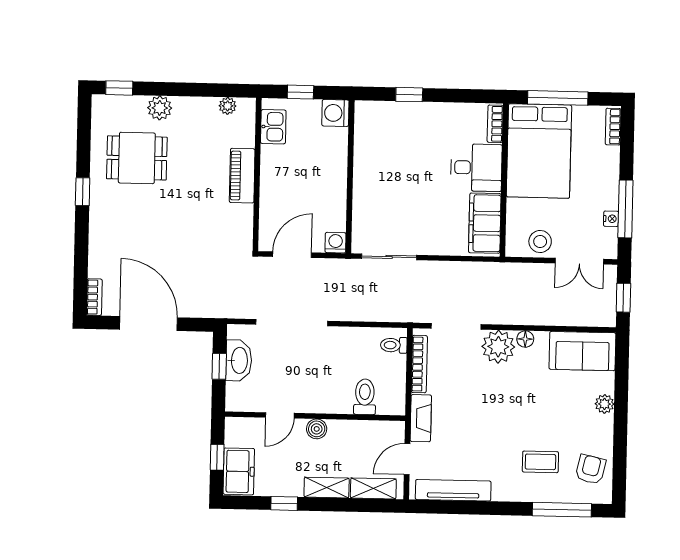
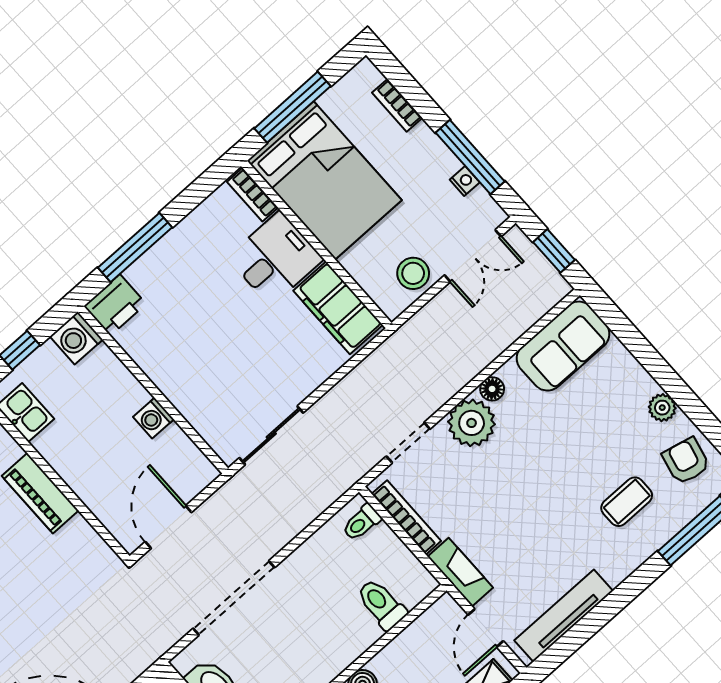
window: (409, 95) -> (135, 247), width x2.17
printer: (371, 115) -> (115, 305), added
bookcase: (613, 127) -> (397, 105), moved
washing machine: (336, 243) -> (153, 418), moved, turned -90
doorway: (456, 326) -> (408, 443), width x0.73
plant: (605, 404) -> (662, 408), moved

